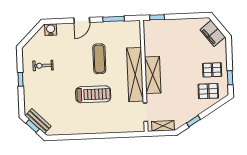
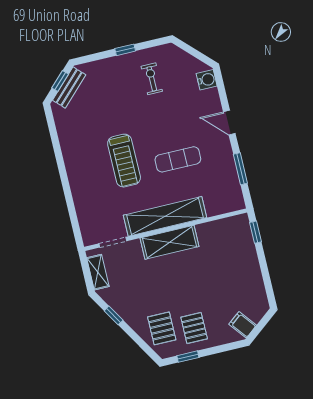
filing cabinet: (213, 33) -> (243, 325), width x0.50

